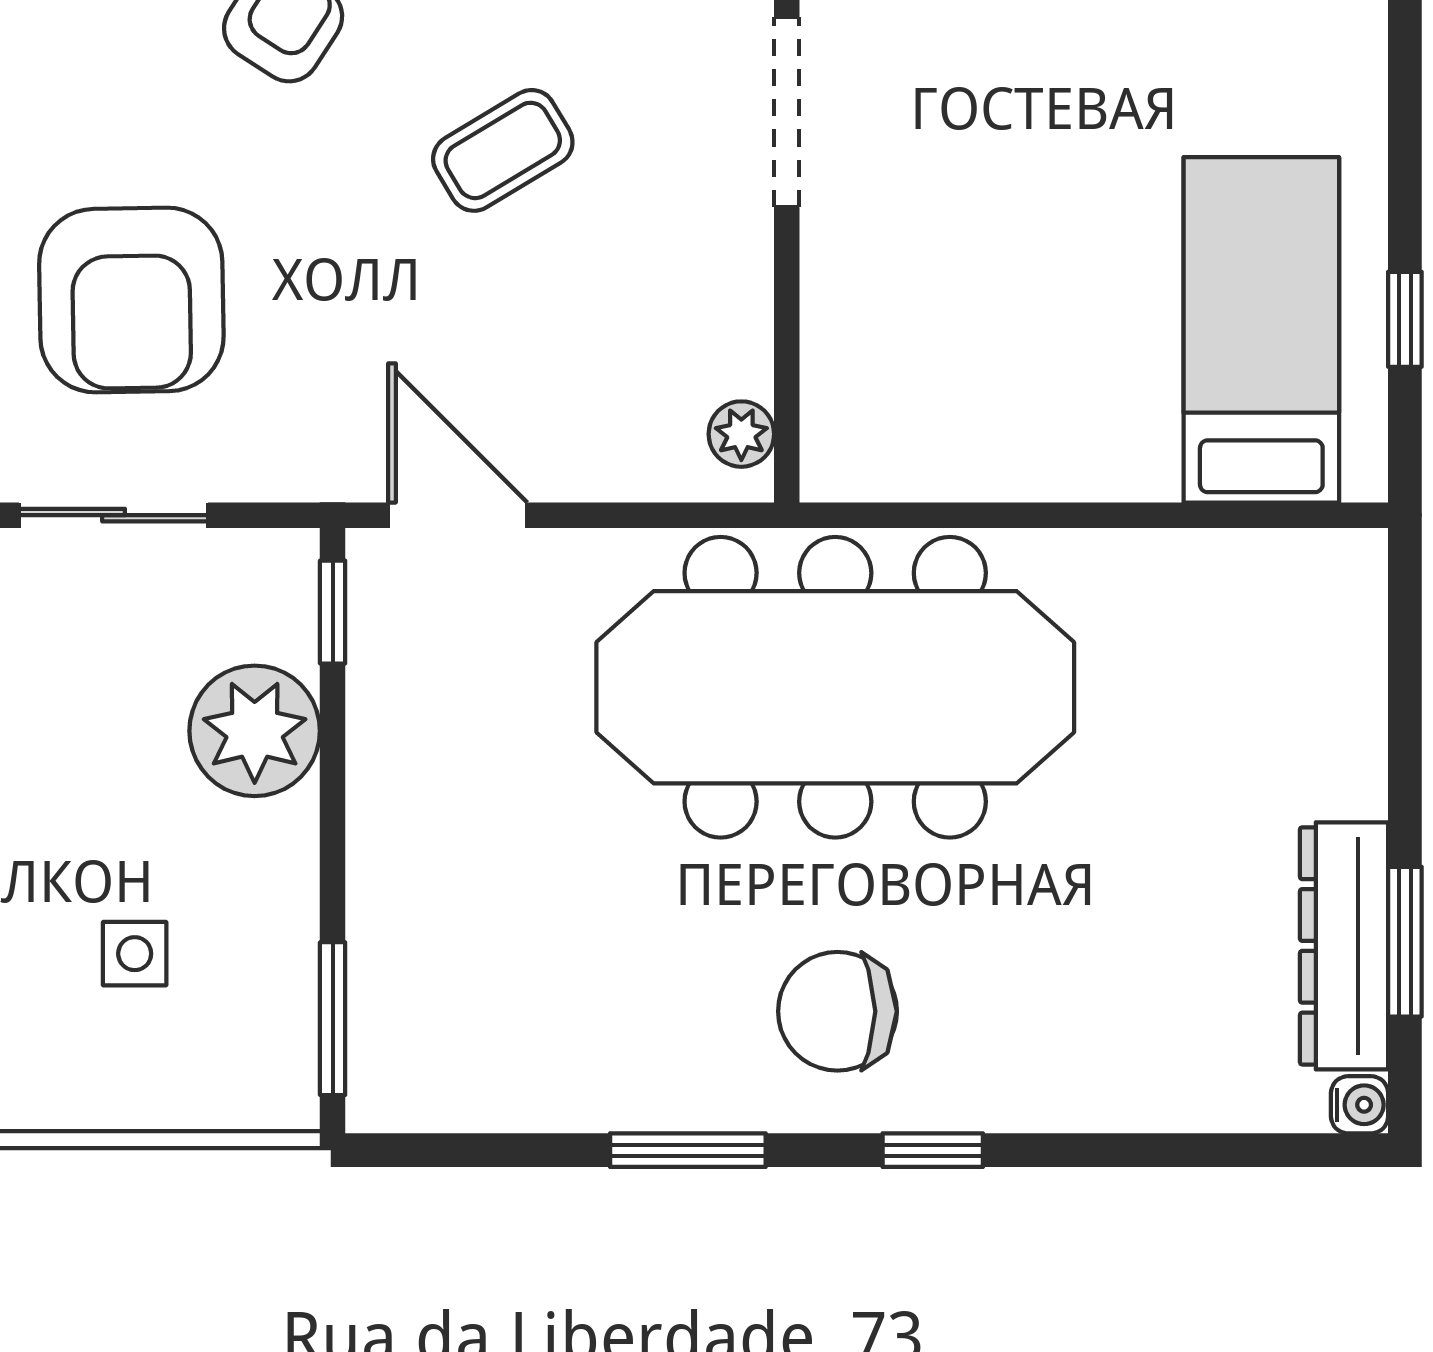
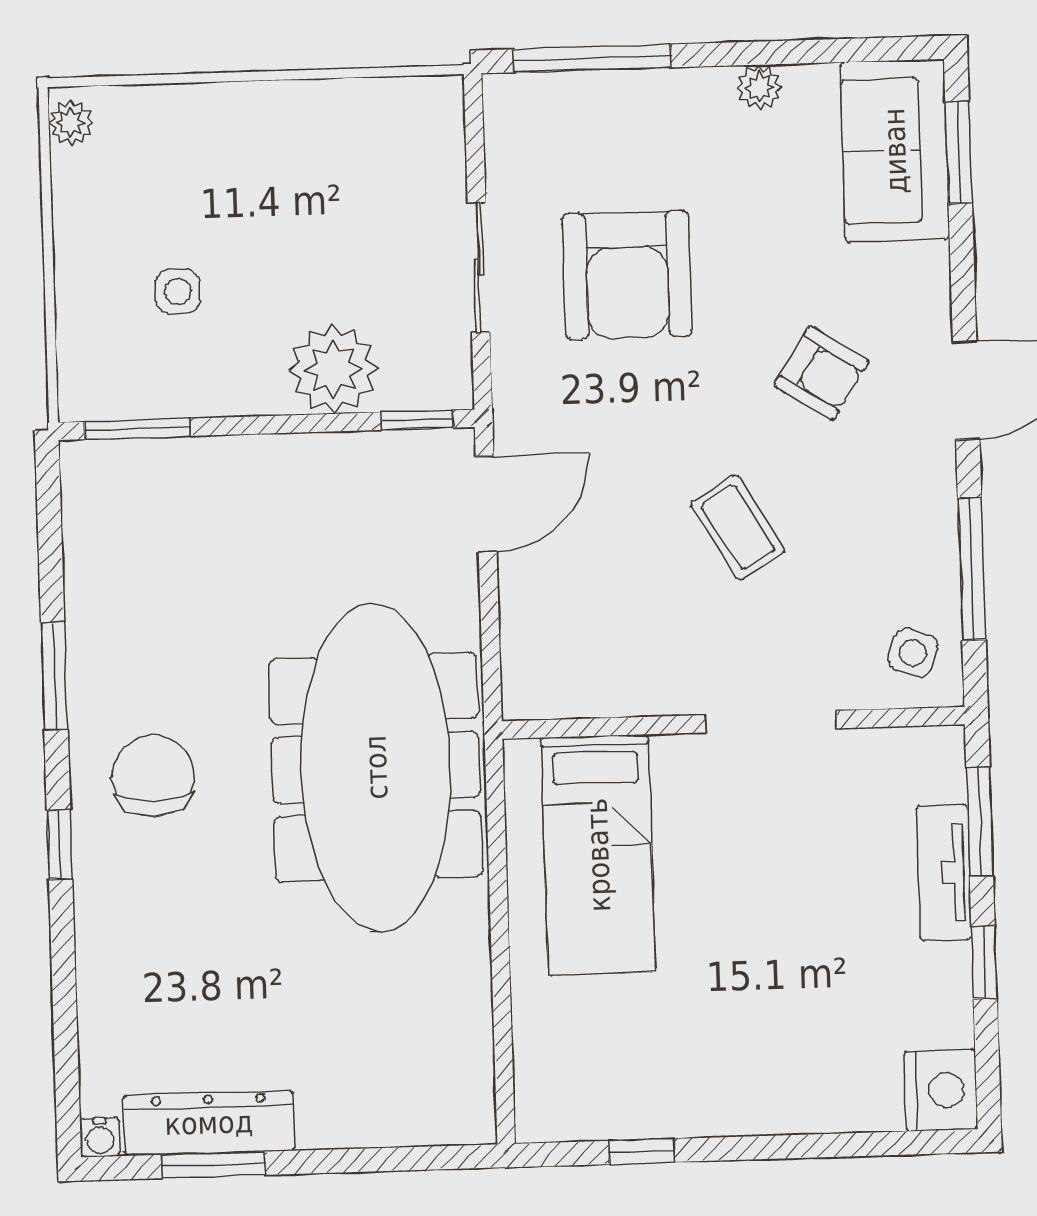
armchair: (131, 300) -> (627, 275), turned -89
bed: (1261, 330) -> (598, 855), moved, turned 90
plant: (741, 434) -> (548, 697), removed

